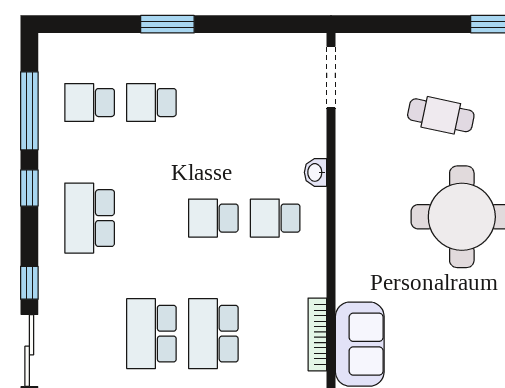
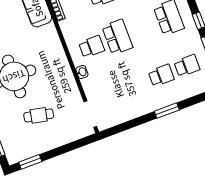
school desk: (213, 218) -> (117, 37), width x1.85

